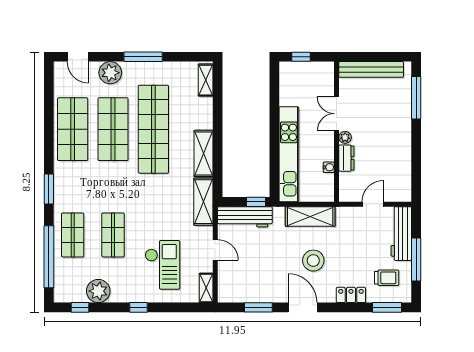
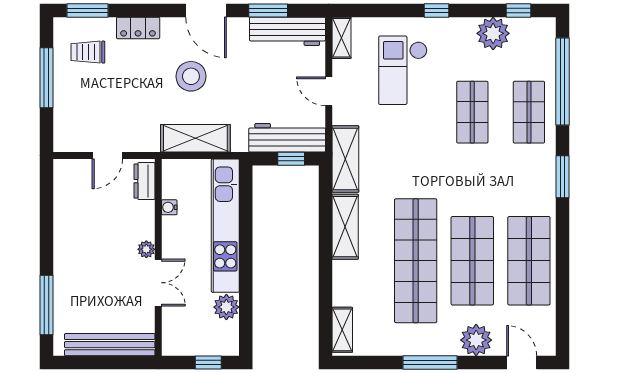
plant: (288, 96) -> (226, 307), added
dresser: (346, 158) -> (144, 181), moved
window: (256, 202) -> (291, 159), moved
workbench: (401, 234) -> (288, 31), moved, turned 90

